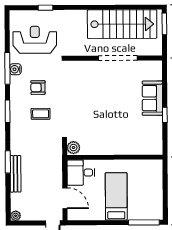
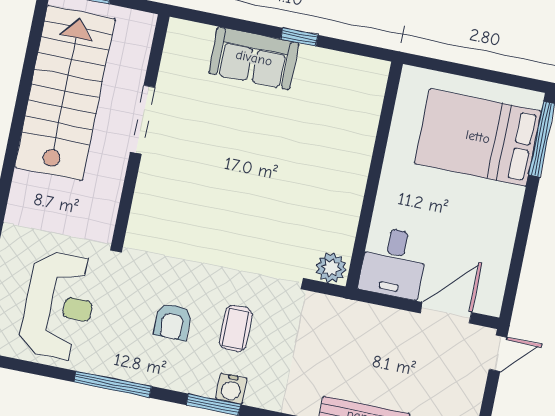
reception desk: (35, 40) -> (59, 306), turned 180
doorway: (118, 58) -> (143, 120), width x0.73
water cooler: (15, 69) -> (231, 389), moved
bed: (116, 196) -> (478, 137), moved, width x1.50

